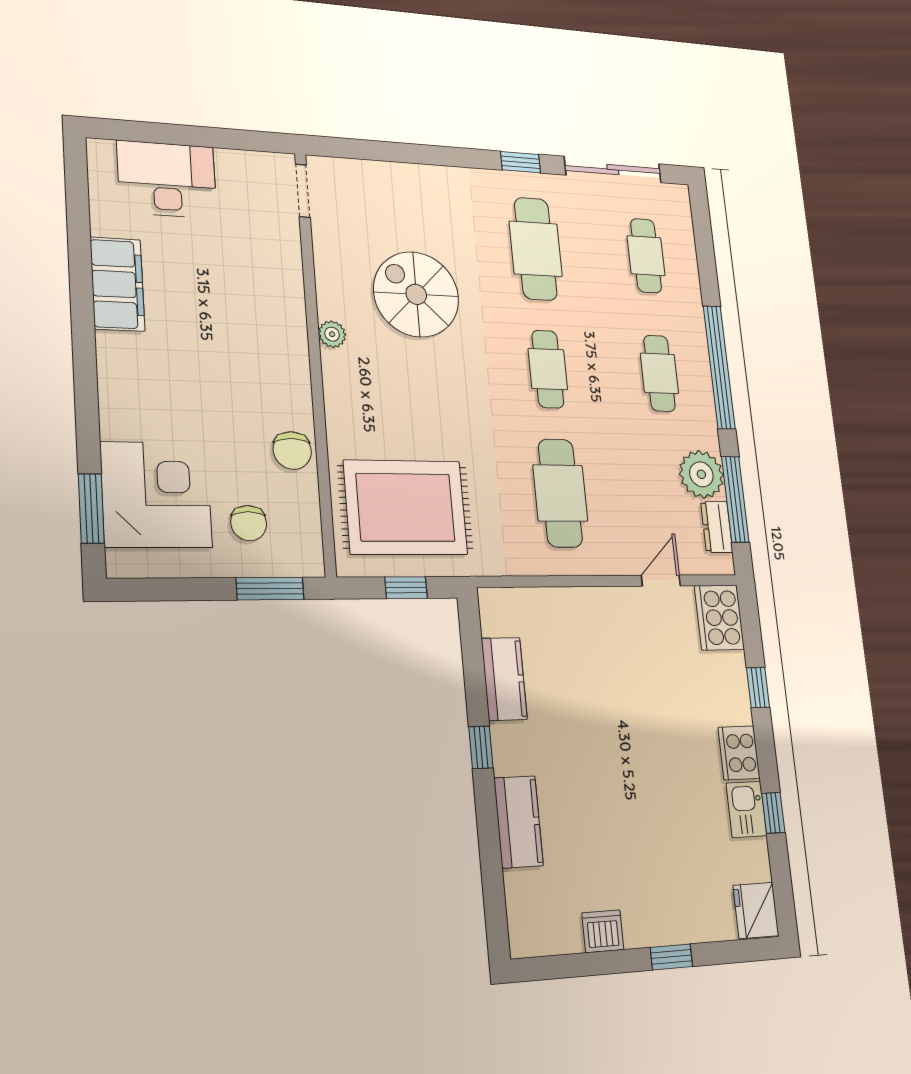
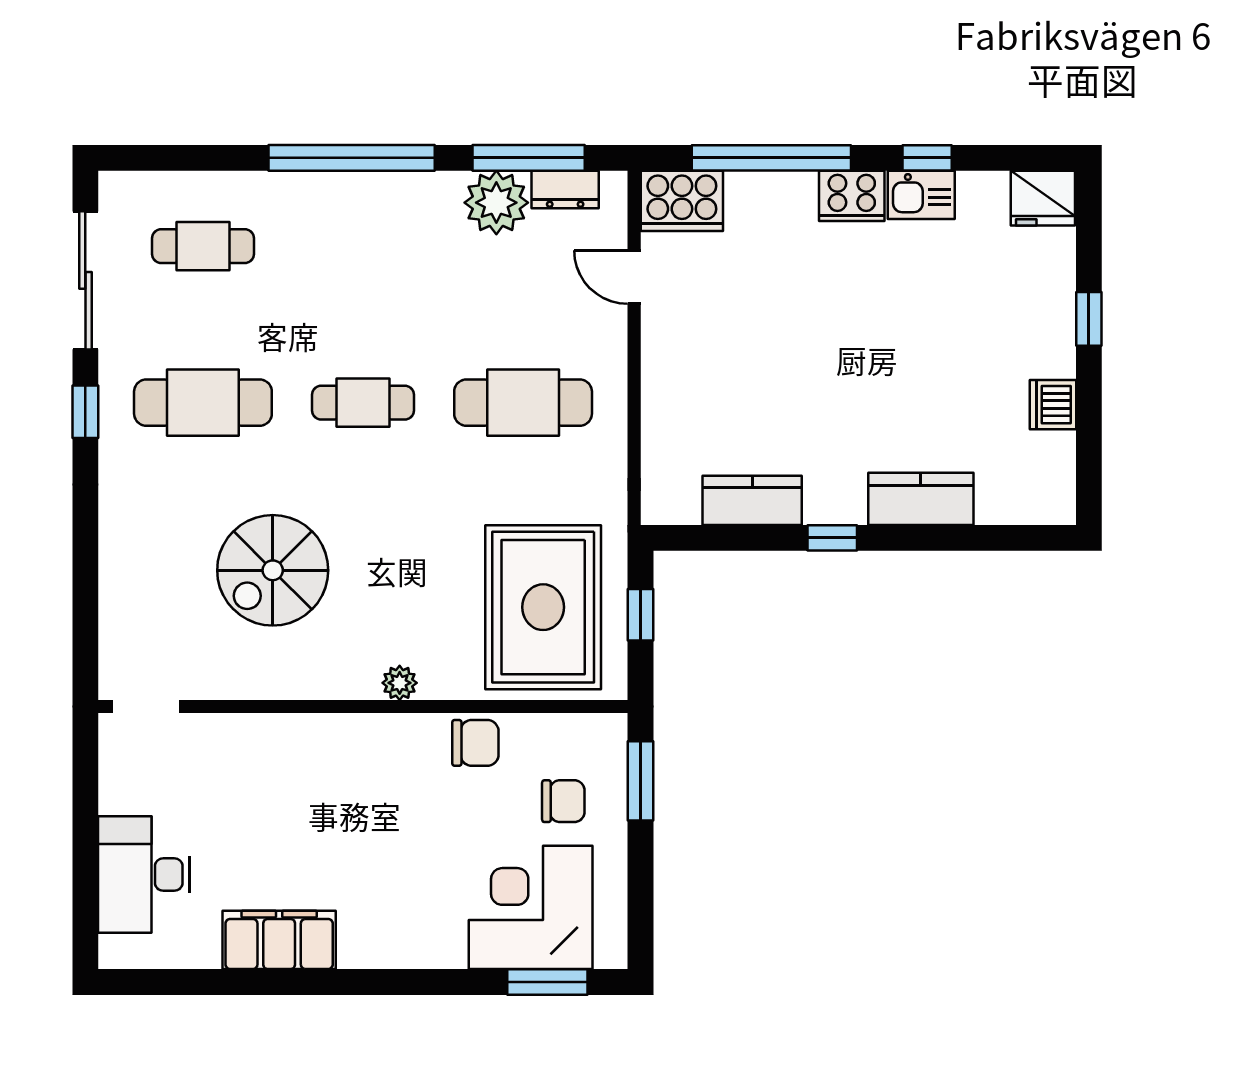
plant: (332, 334) -> (400, 683), moved
cafe table: (659, 373) -> (363, 246), removed
window: (758, 688) -> (771, 158), width x3.17

